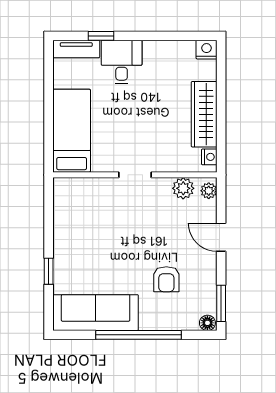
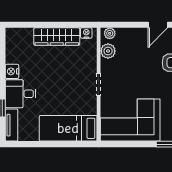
nightstand: (207, 50) -> (12, 71), moved
corner sofa: (84, 220) -> (130, 120), added
door: (221, 237) -> (158, 25), moved

